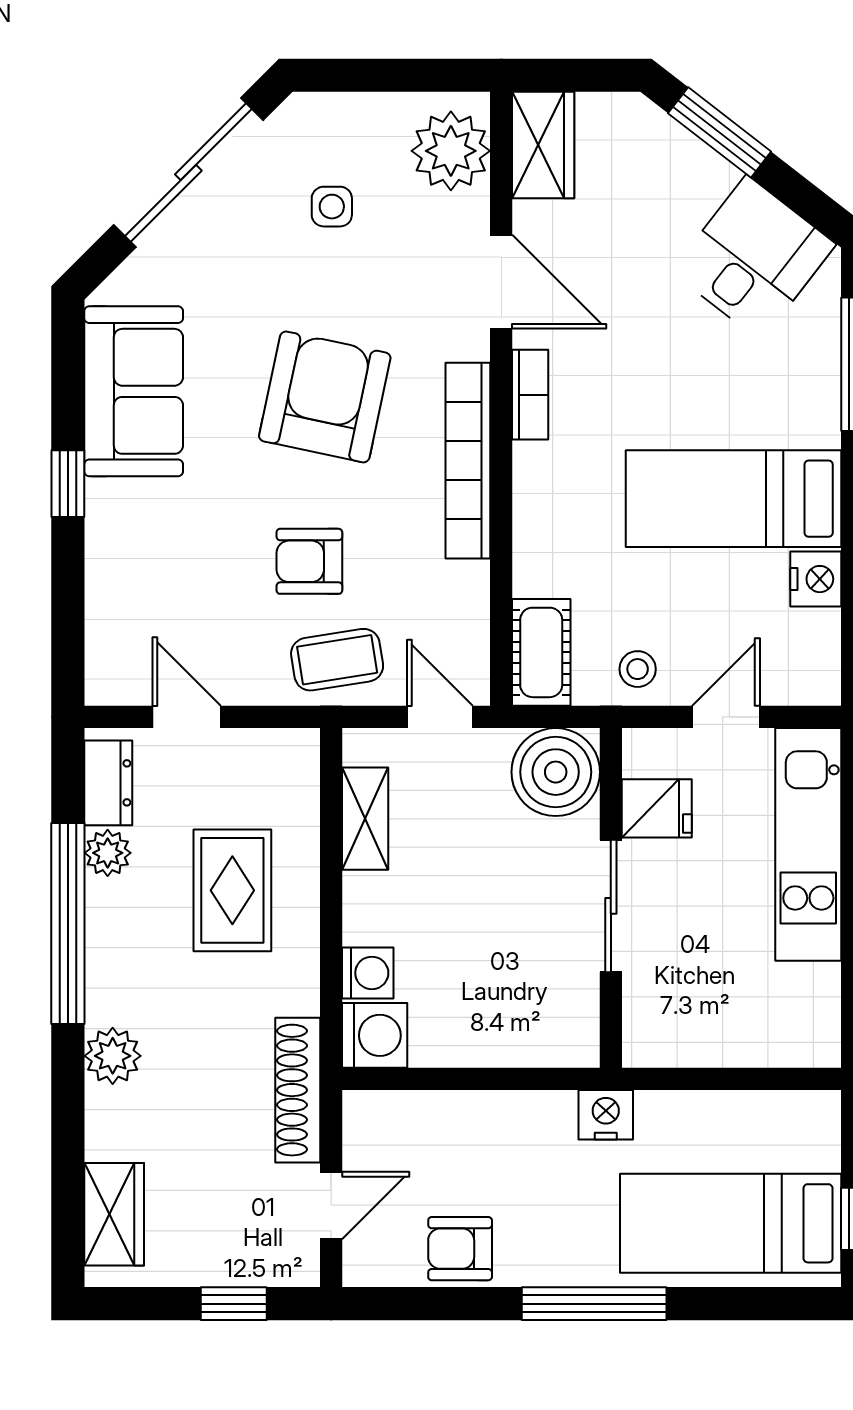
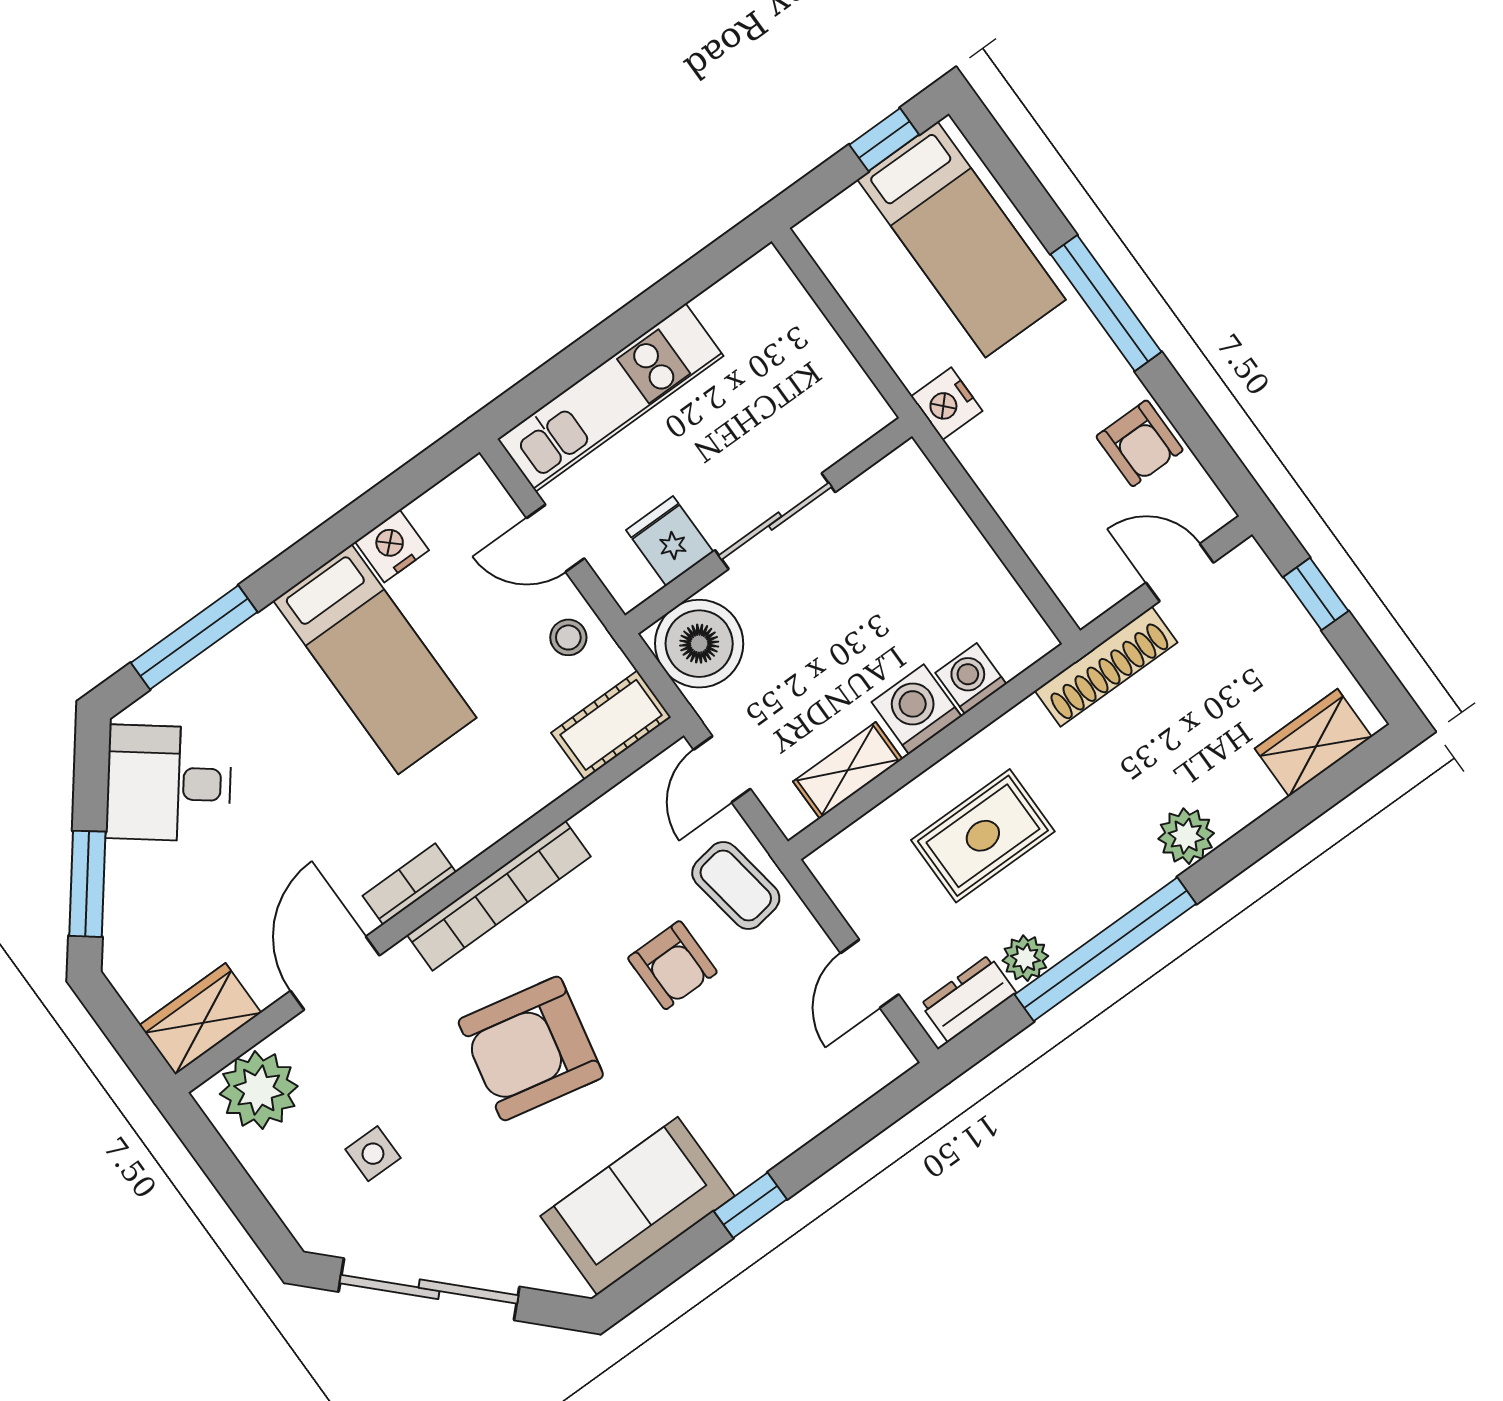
washing machine: (375, 1035) -> (916, 709), moved

